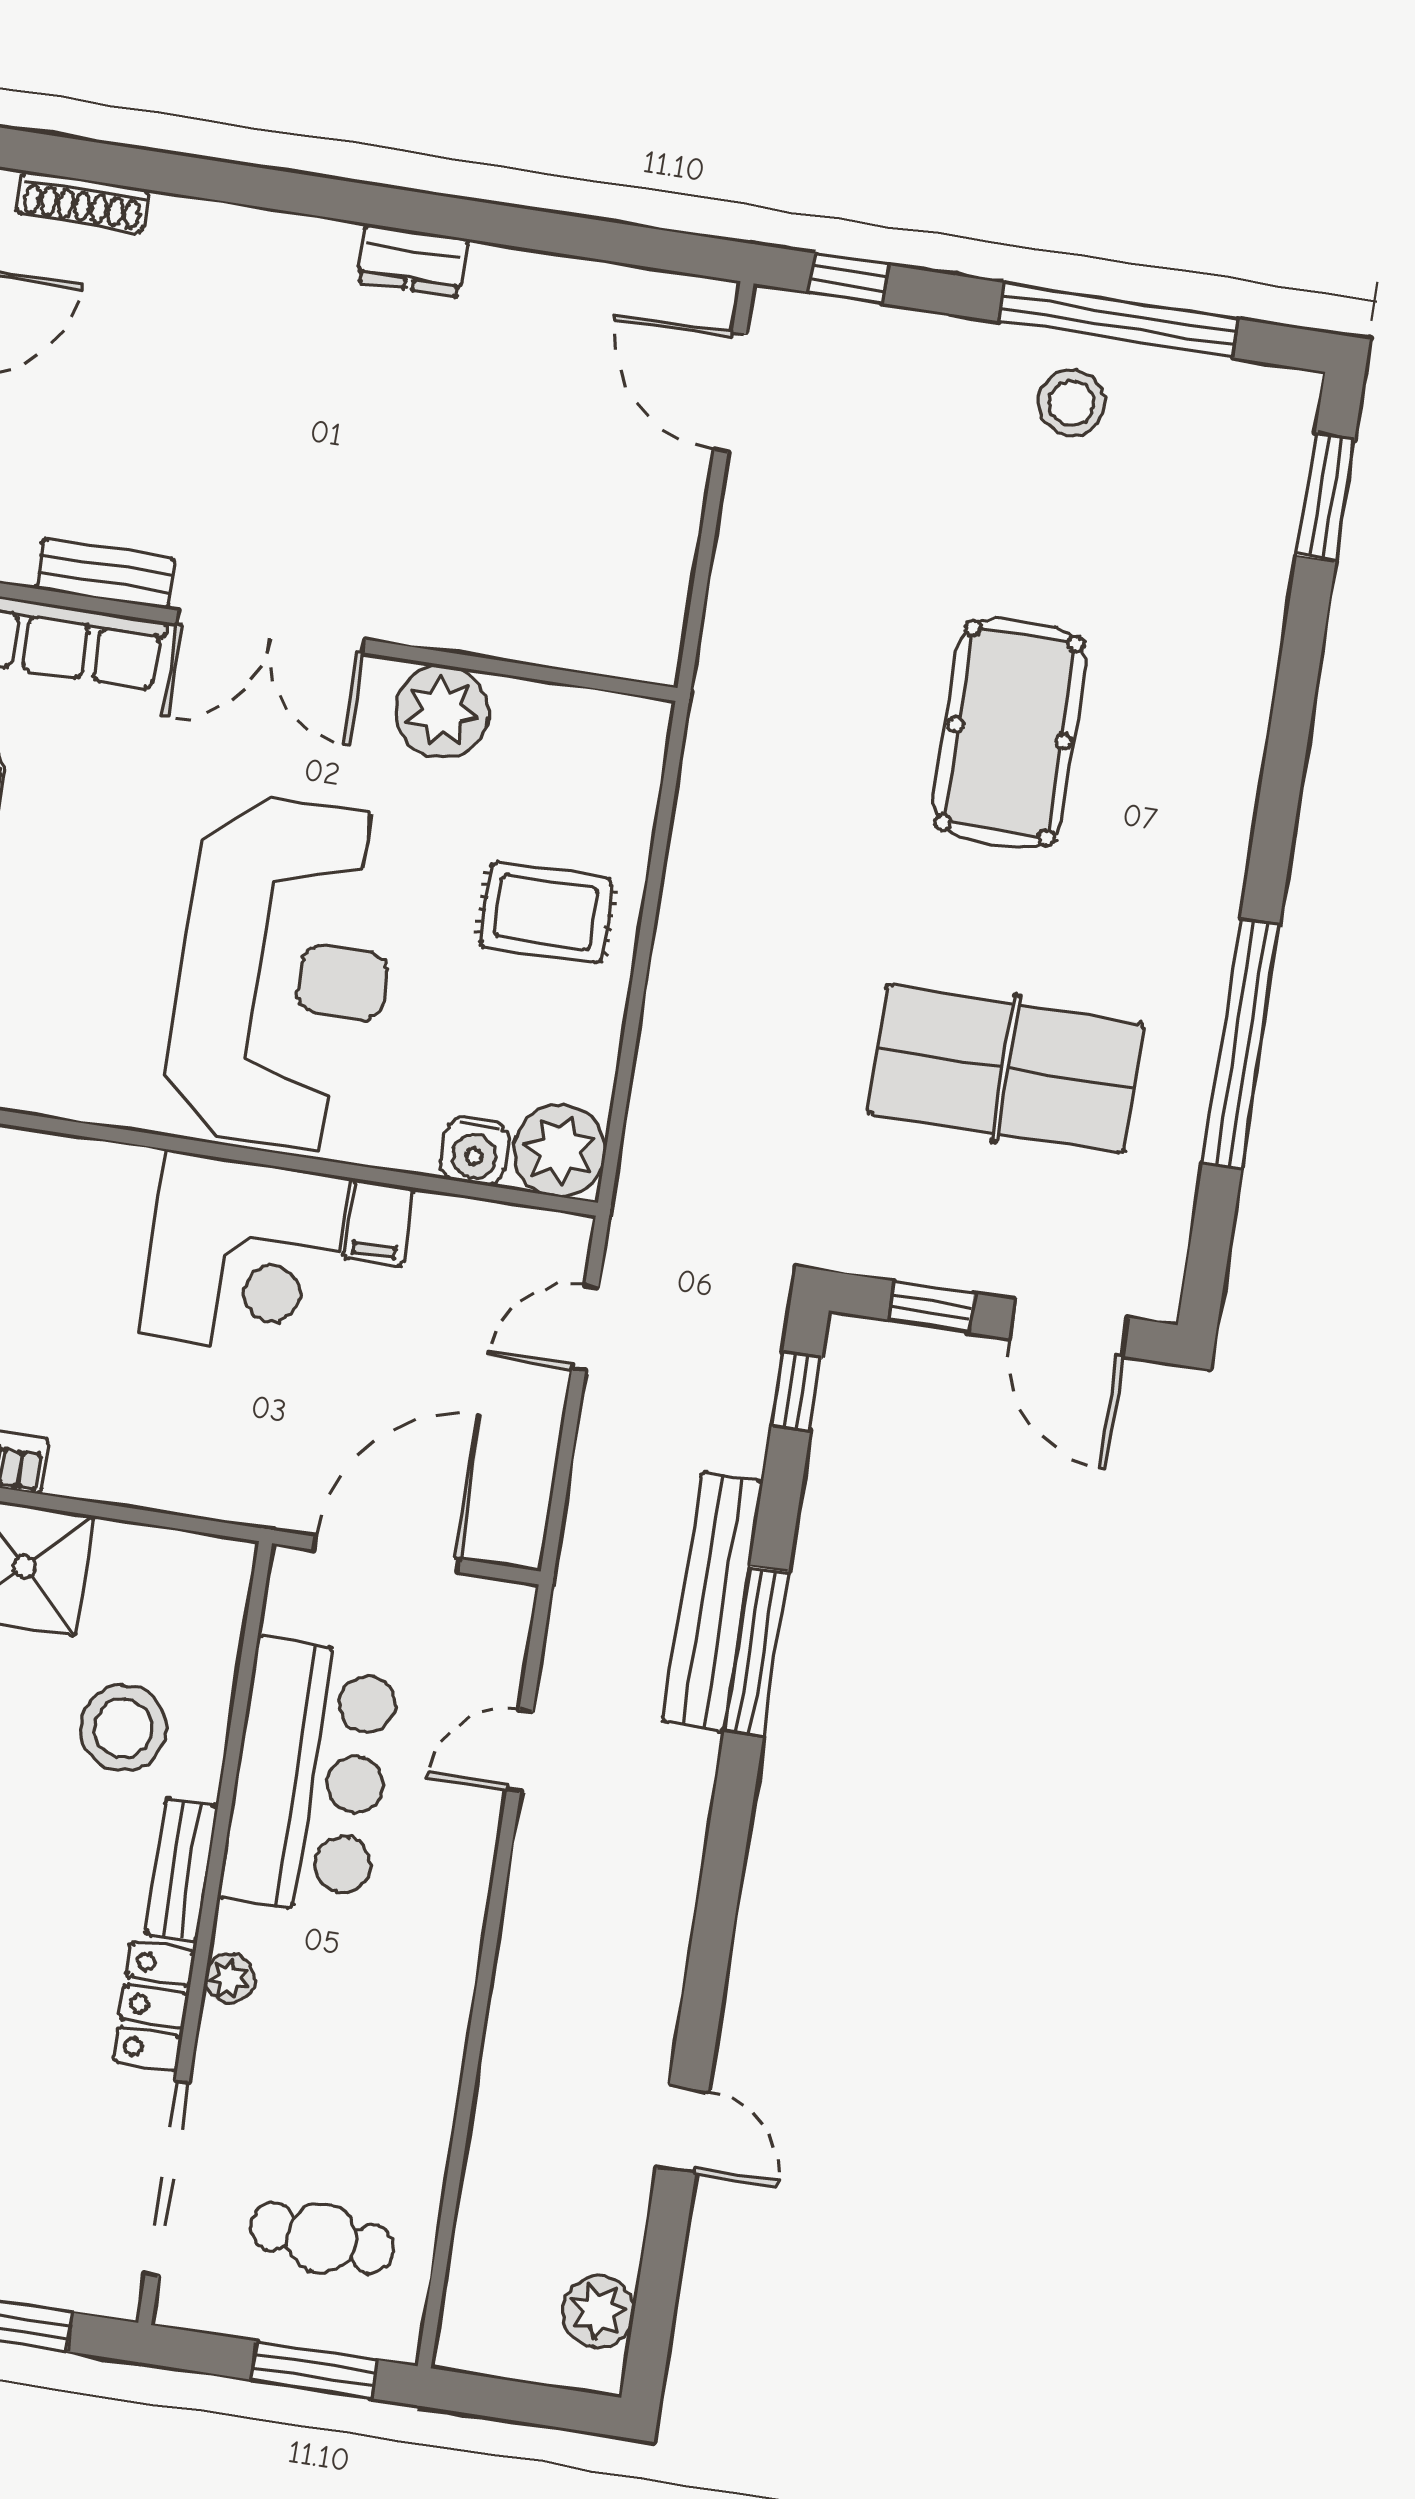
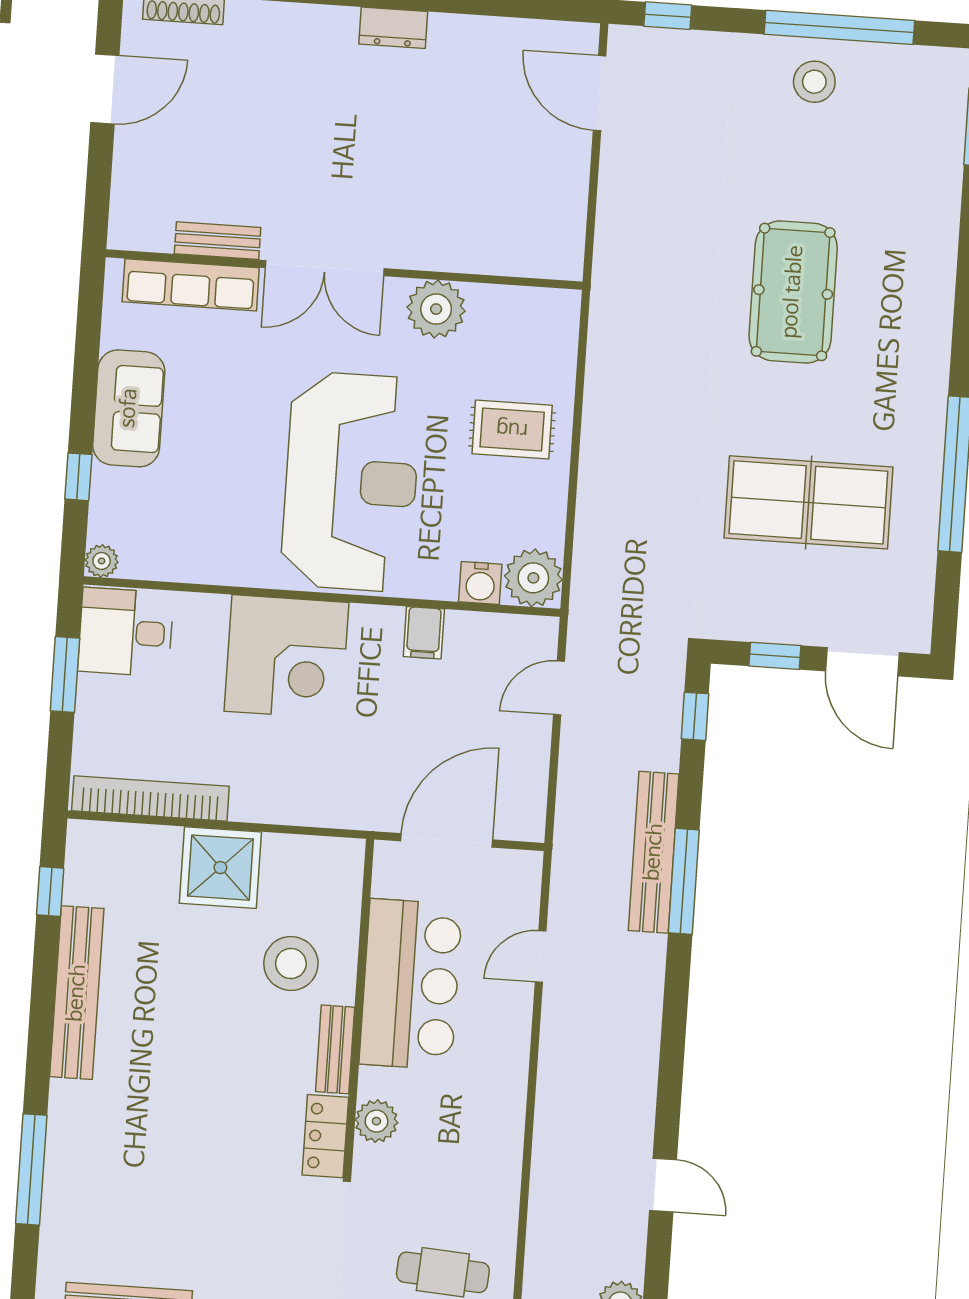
corner desk: (244, 1255) -> (287, 657), moved
plant: (230, 1979) -> (376, 1121), width x1.38, depth x1.38

